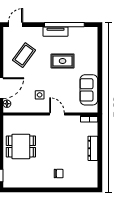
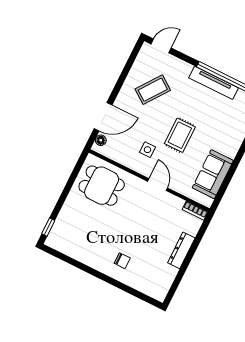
tv unit: (56, 32) -> (214, 83), width x1.41
rug: (63, 61) -> (180, 135), moved, turned 90
dining table: (21, 146) -> (102, 186), moved

